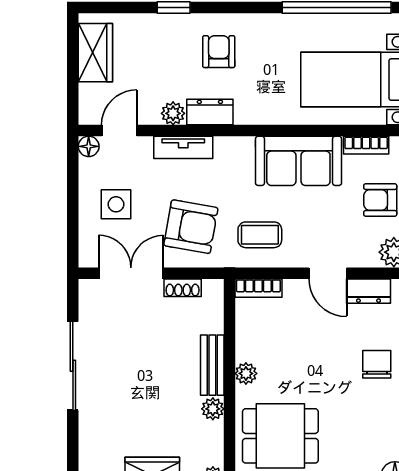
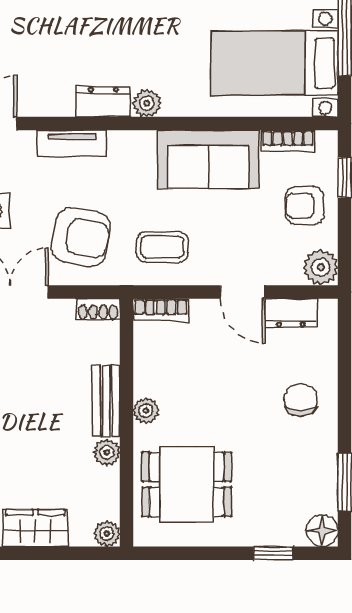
armchair: (219, 52) -> (114, 30), removed
plant: (173, 113) -> (147, 103), moved
shoe rack: (183, 288) -> (98, 309), moved

